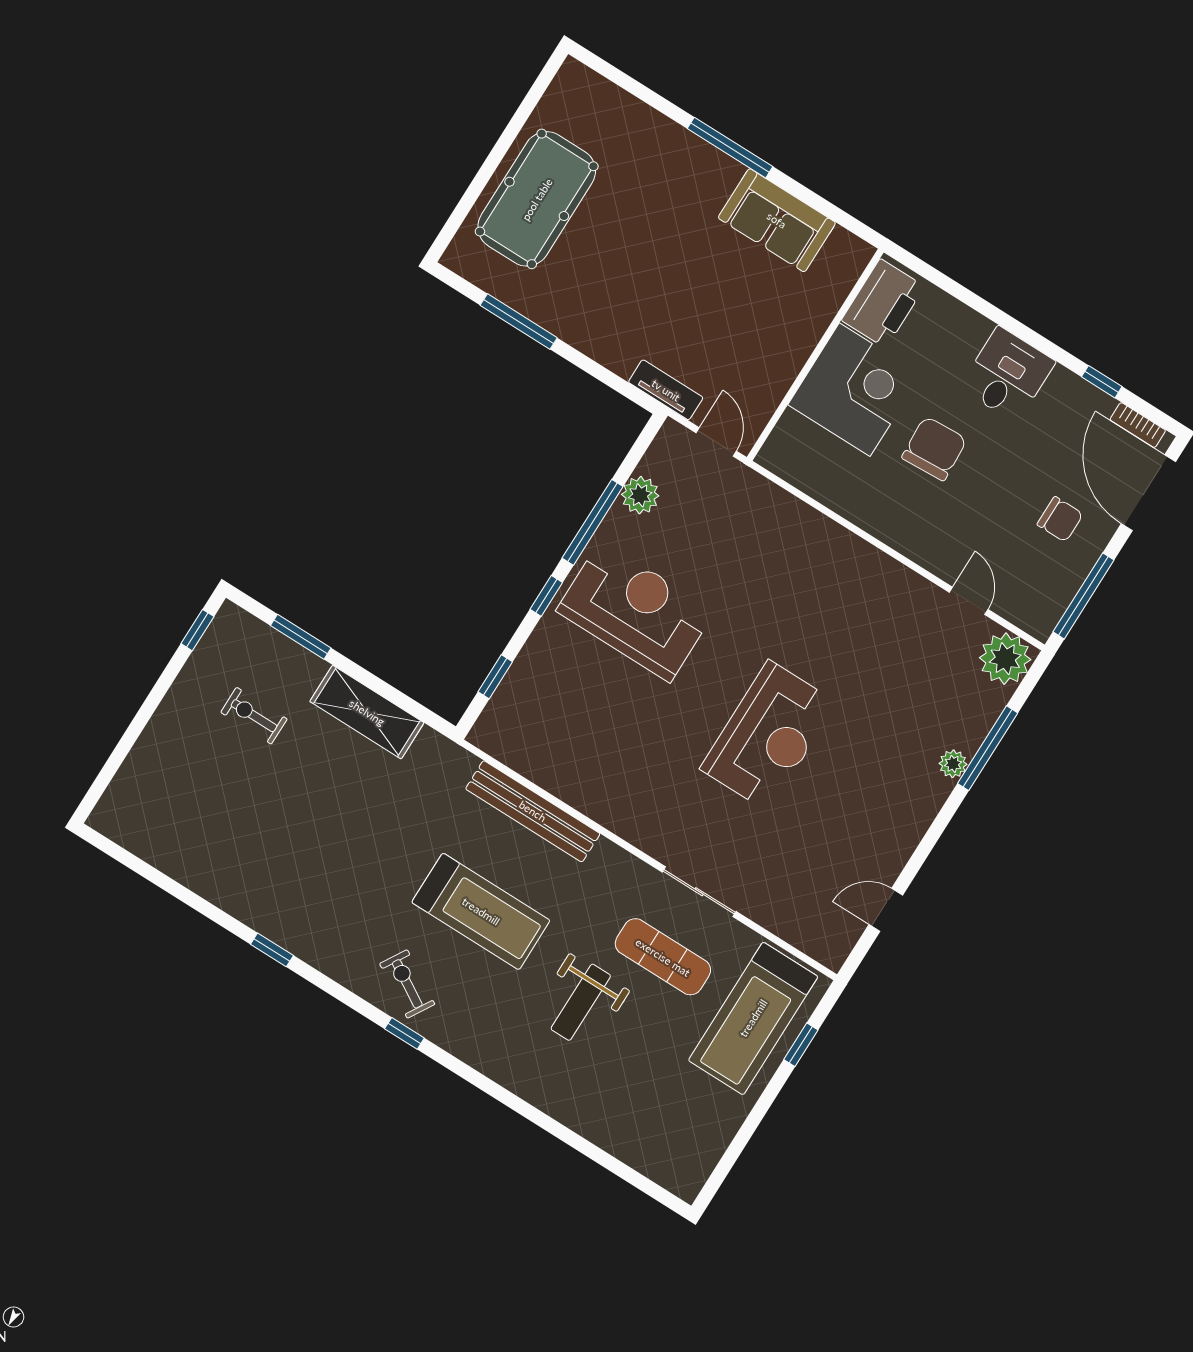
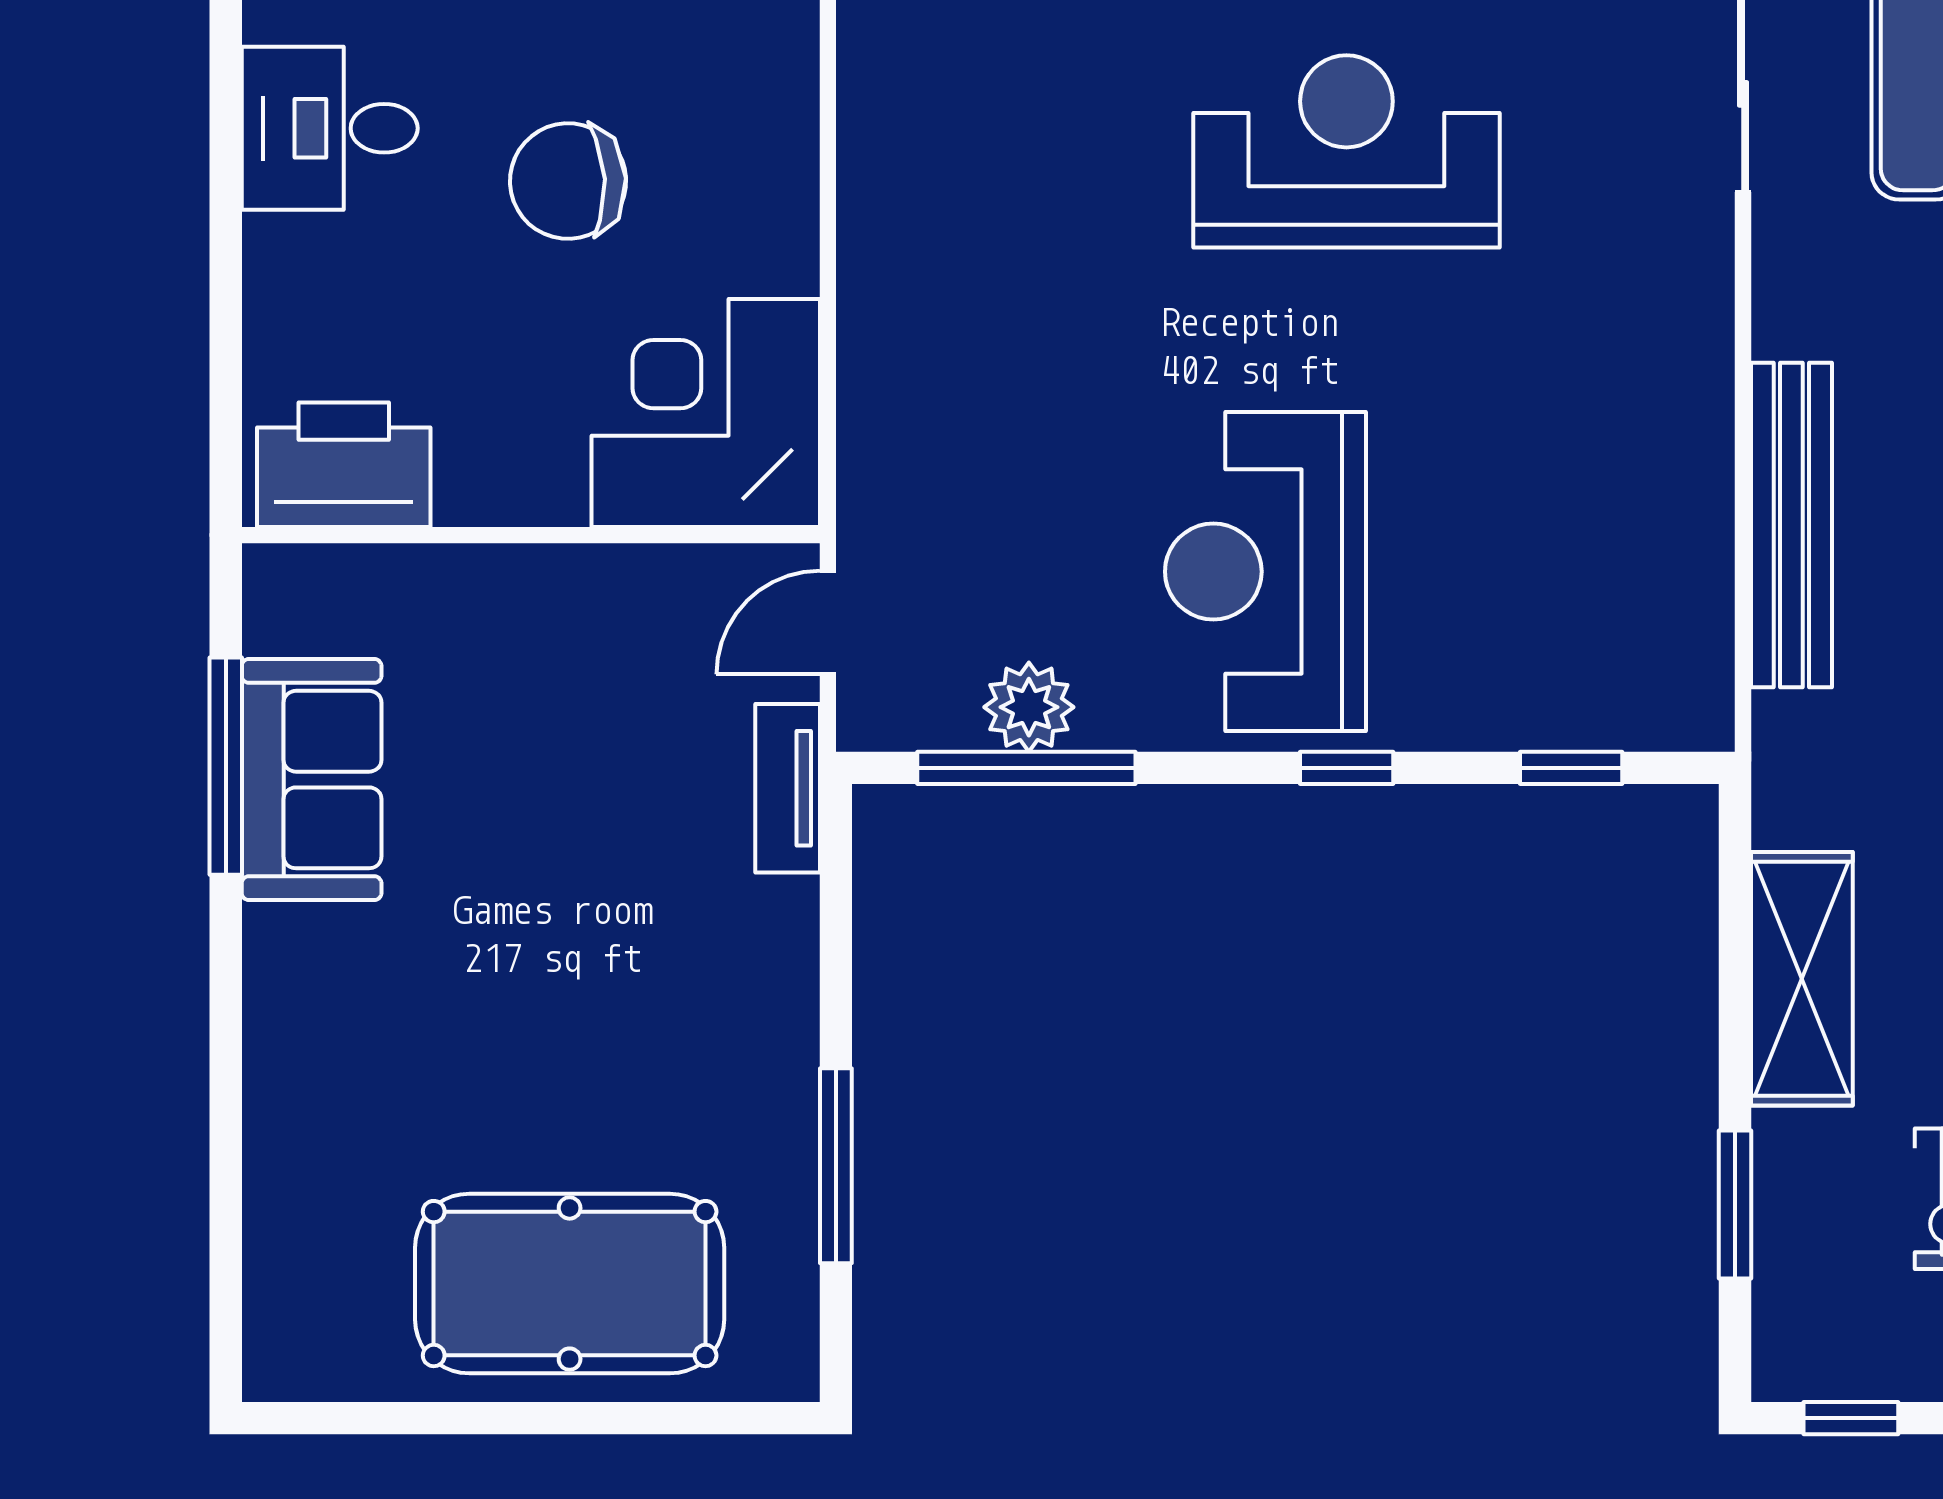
window: (730, 148) -> (226, 766), moved
corner desk: (855, 390) -> (706, 413), moved
window: (593, 522) -> (1026, 768), moved

